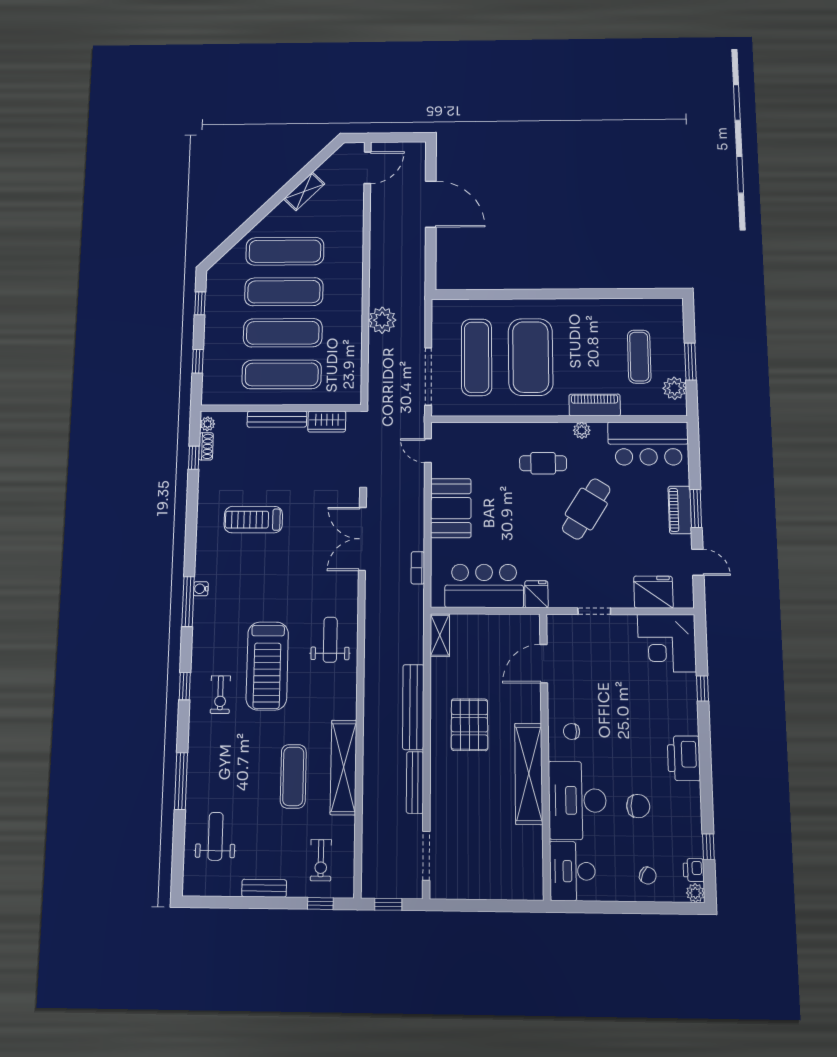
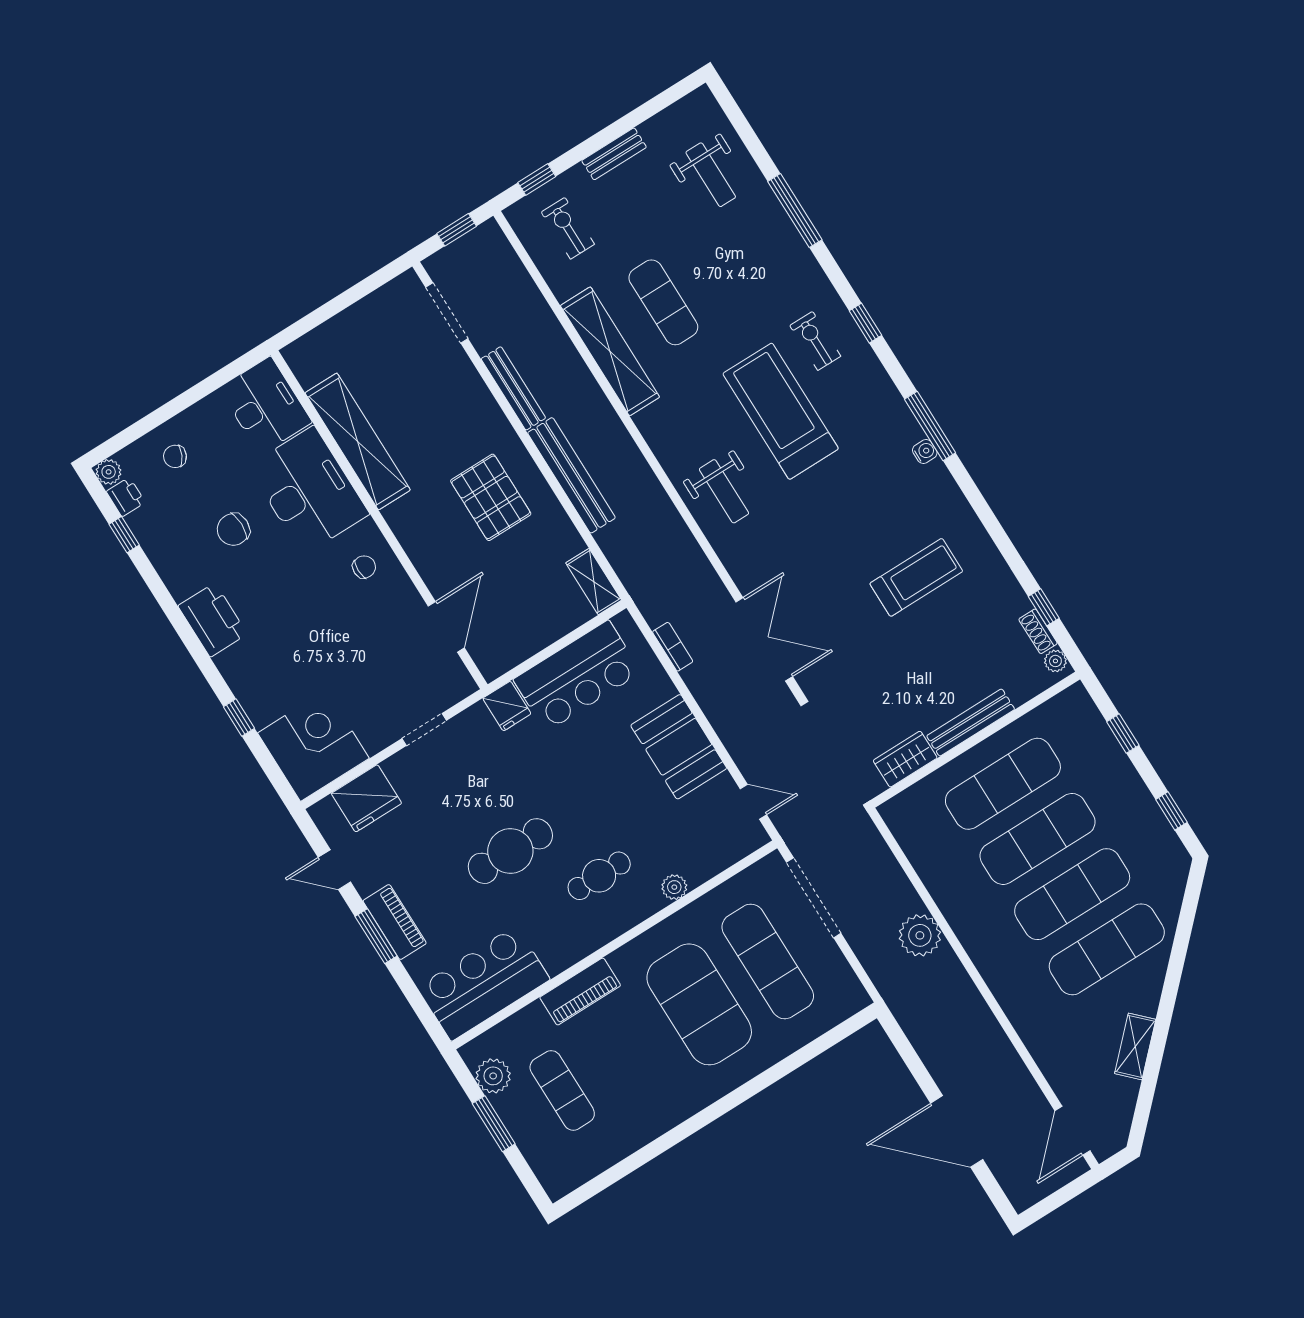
plant: (582, 430) -> (674, 887), moved
cafe table: (586, 509) -> (510, 851), turned 58
shelving: (529, 774) -> (358, 441), moved

